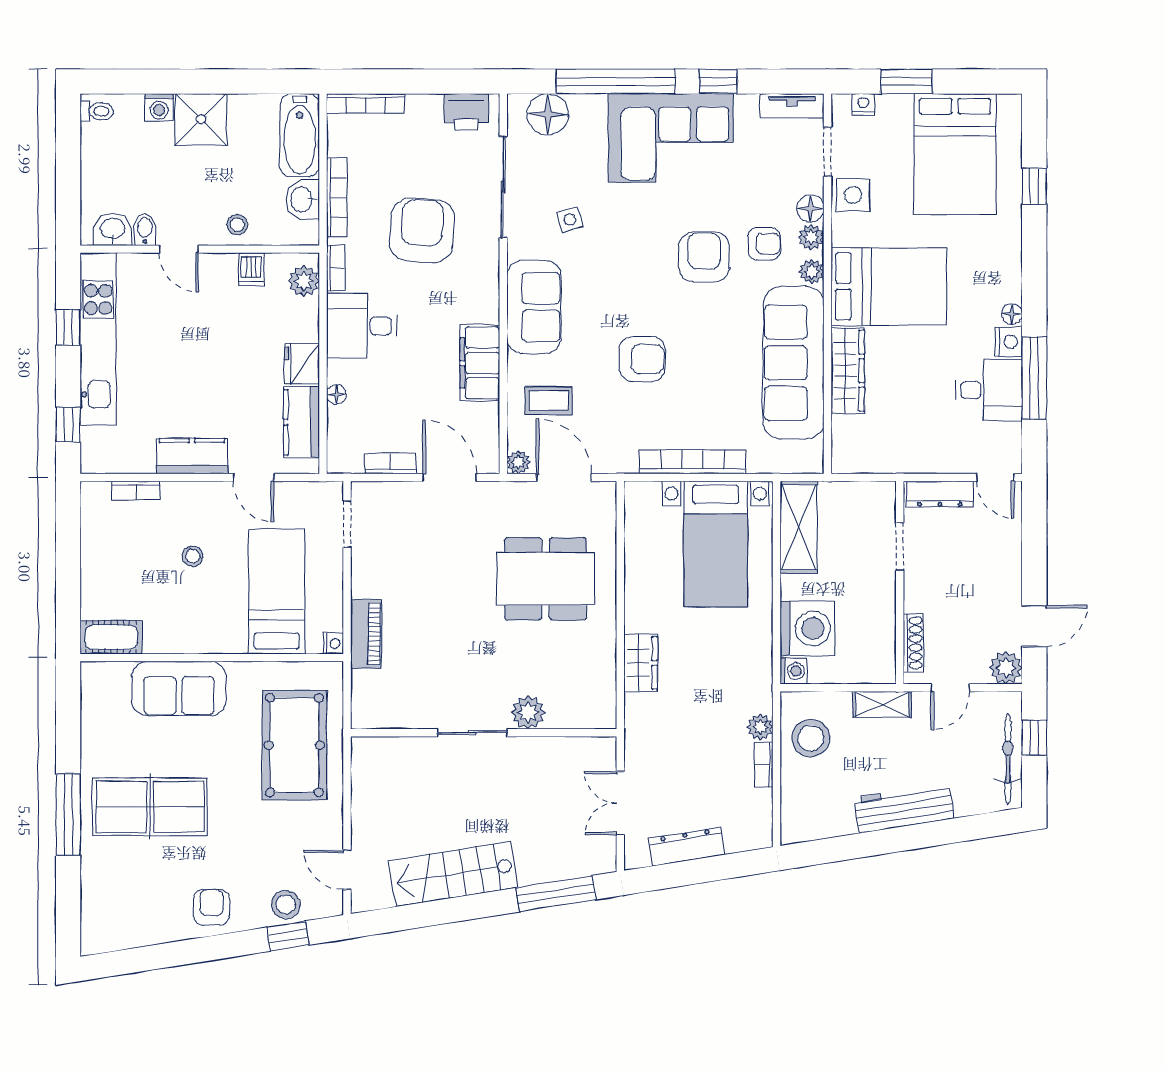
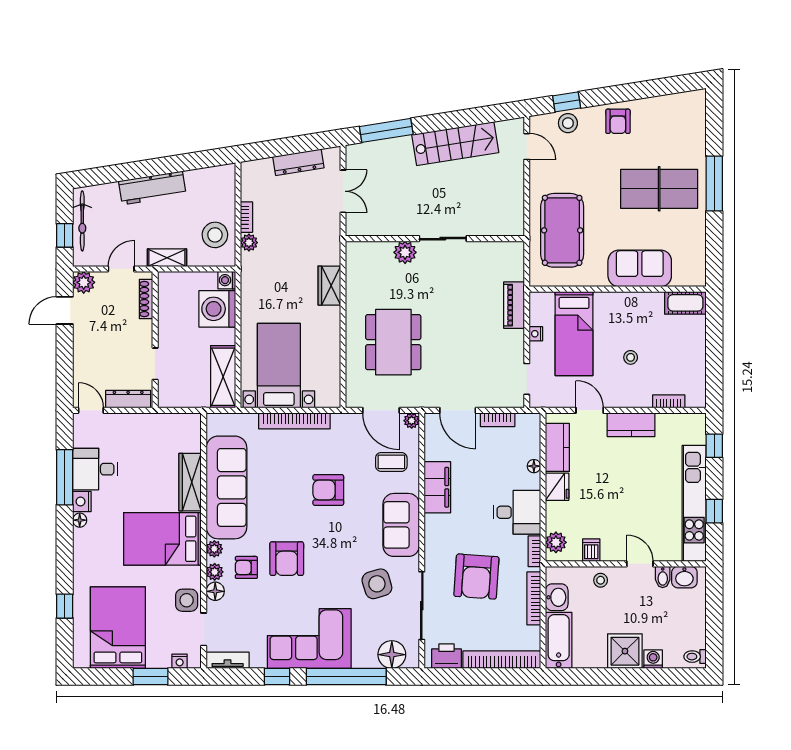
bookcase: (366, 103) -> (502, 660), width x1.48, depth x1.31
side table: (570, 219) -> (377, 584), width x1.87, depth x1.87
dining table: (546, 579) -> (393, 342), turned 90
nightstand: (333, 644) -> (536, 334), moved

